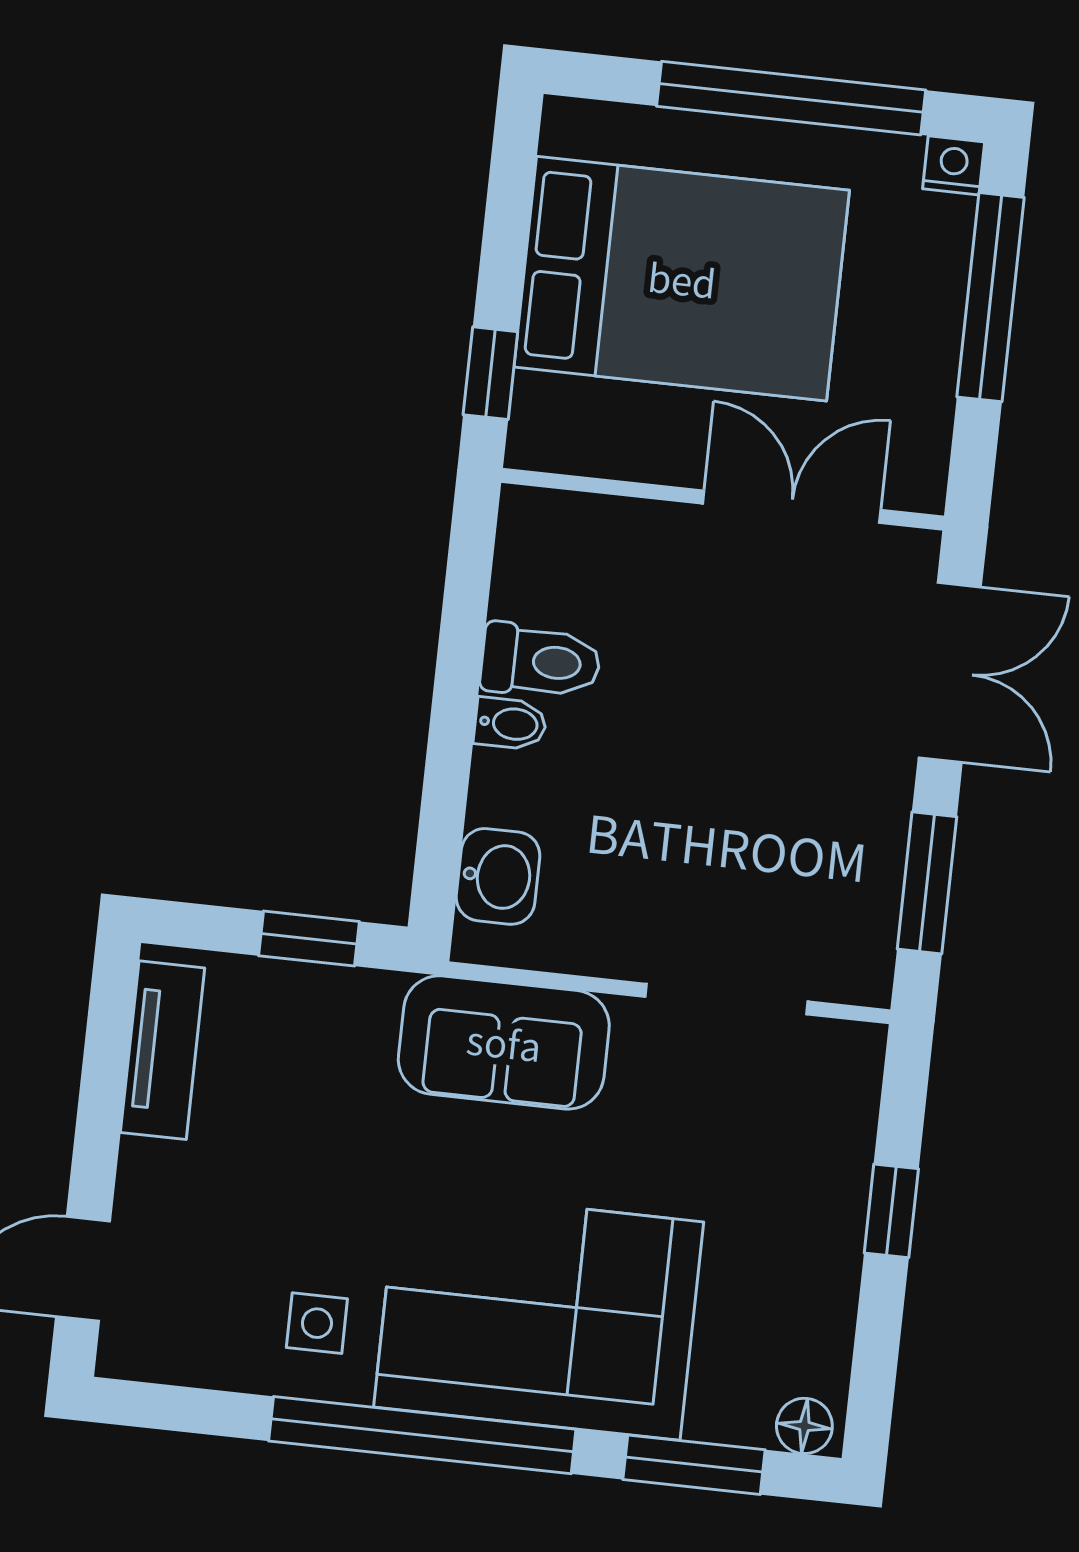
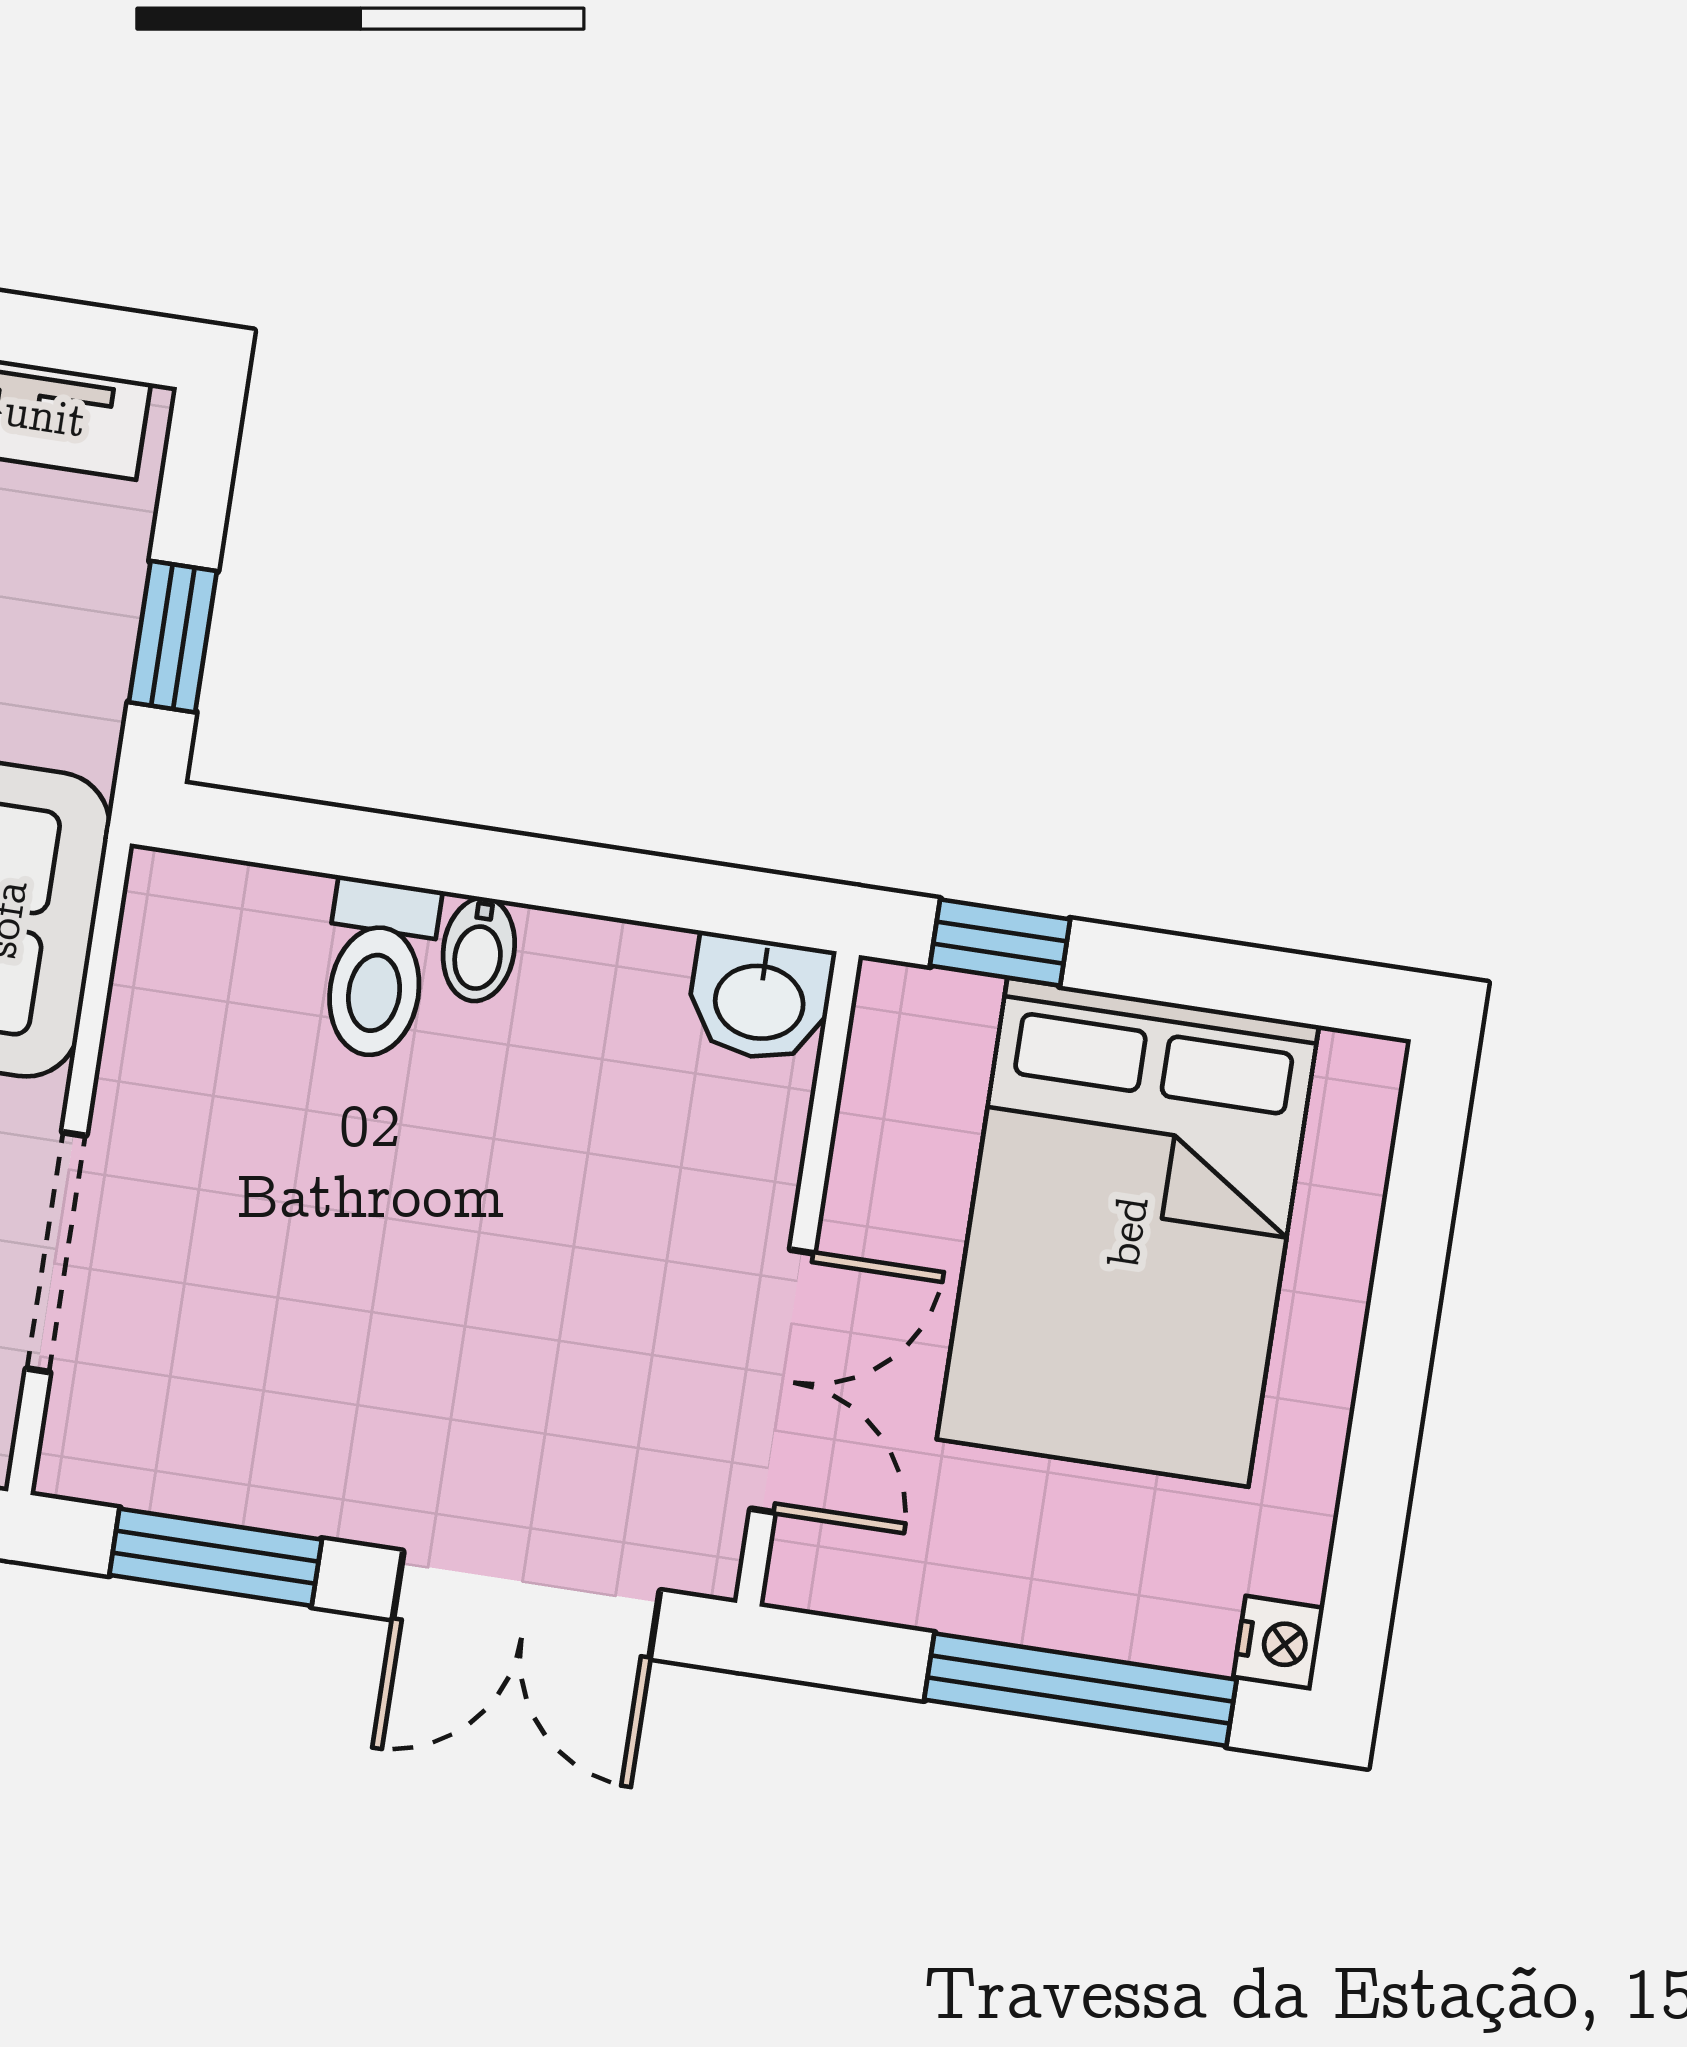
window: (791, 98) -> (1389, 1407), removed
toilet: (541, 661) -> (378, 969), moved
washbasin: (498, 876) -> (760, 999), moved

